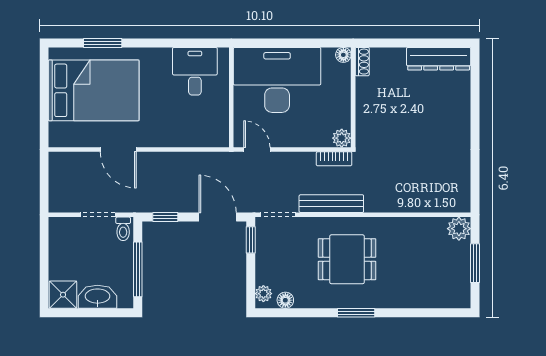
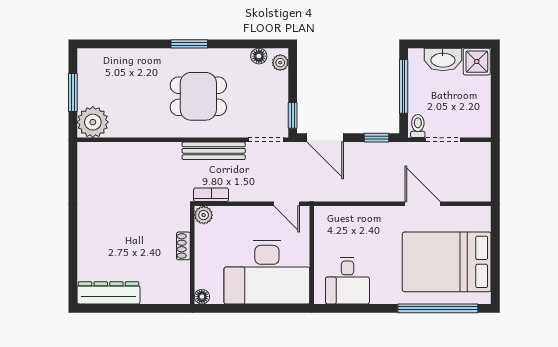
window: (103, 43) -> (438, 308), width x2.11
shoe rack: (362, 62) -> (183, 246), moved
plant: (459, 229) -> (93, 122), width x1.36, depth x1.36

